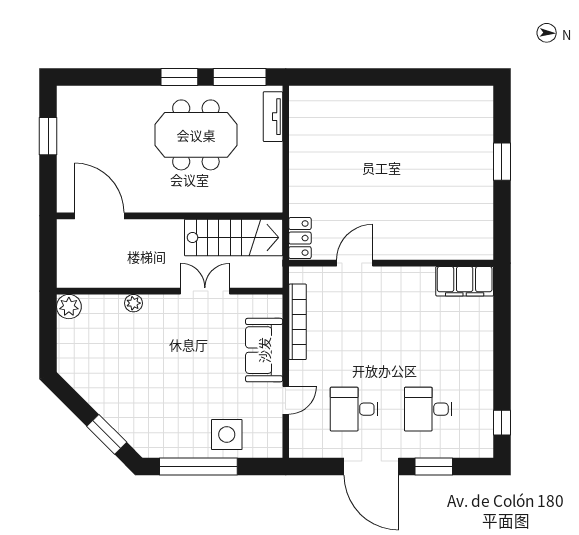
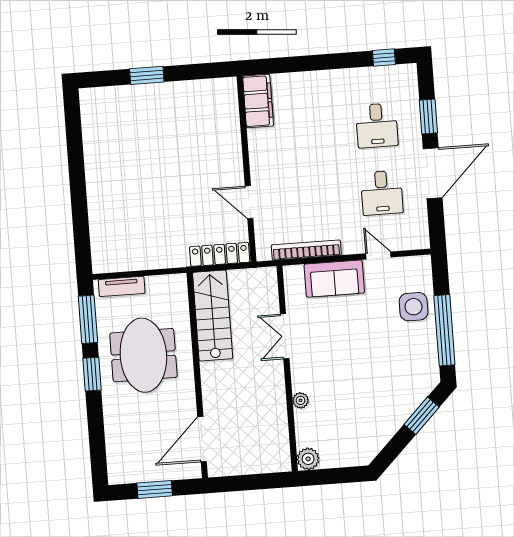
door: (99, 216) -> (202, 439), moved
wall: (170, 216) -> (197, 375), moved
stairs: (234, 237) -> (213, 316), moved
locker: (300, 238) -> (220, 254), width x1.53

